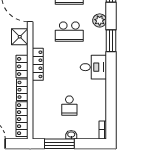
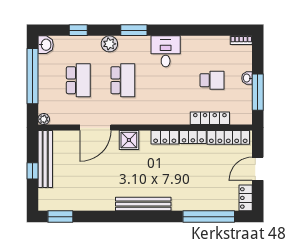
locker: (38, 64) -> (210, 118), moved

